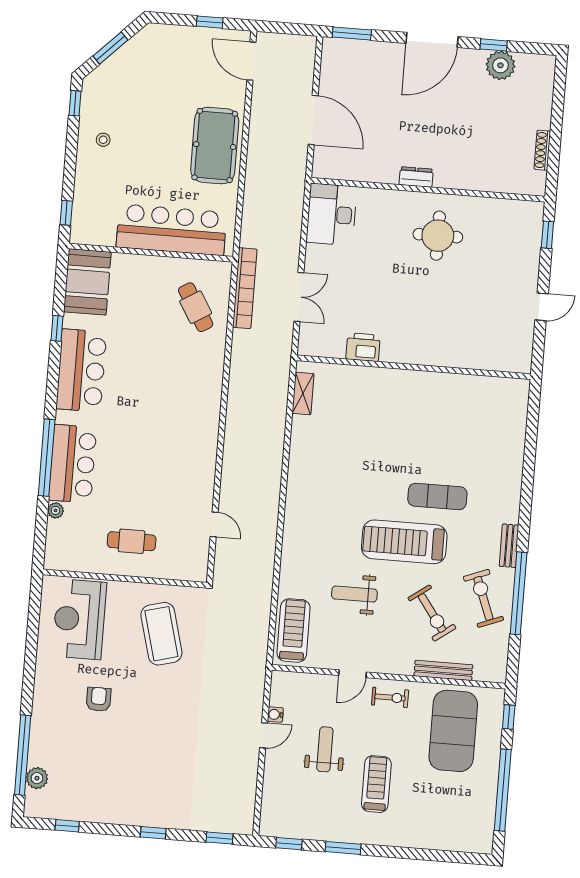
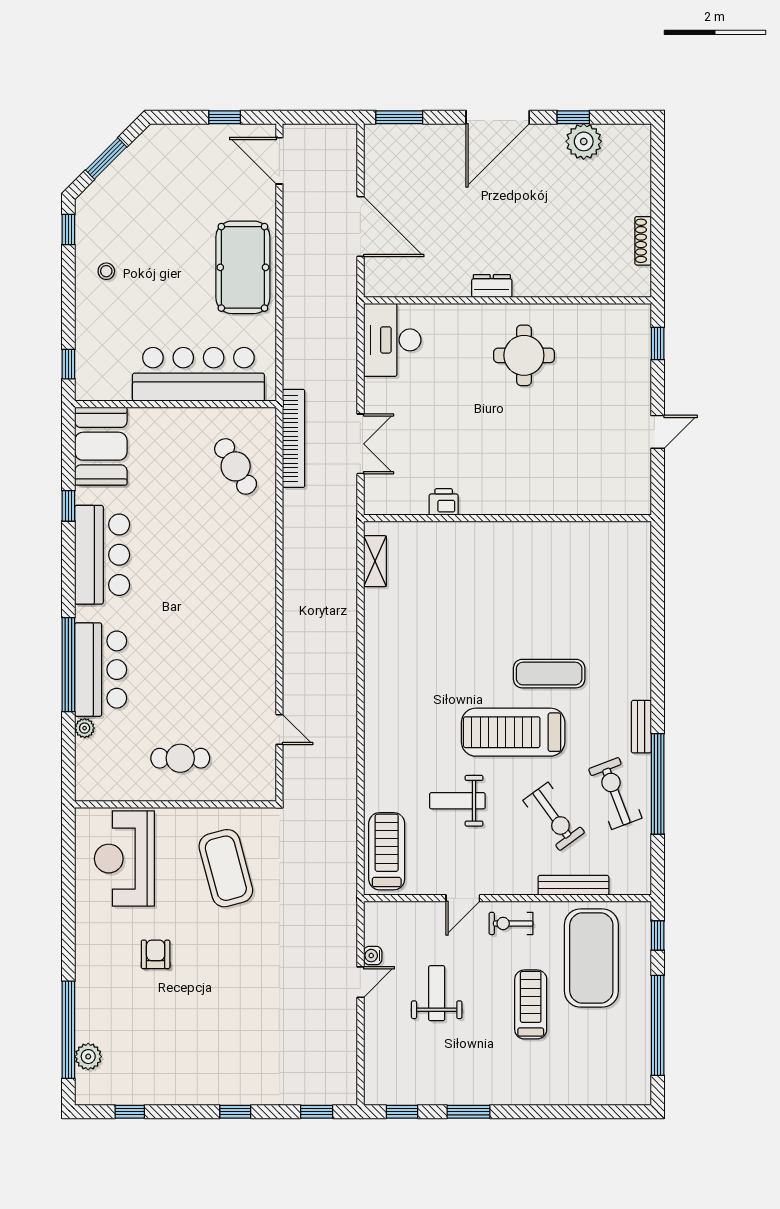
printer: (363, 347) -> (444, 502), width x0.73, depth x0.81
exercise bike: (390, 697) -> (511, 923), turned 180
treadmill: (376, 784) -> (531, 1004), moved

